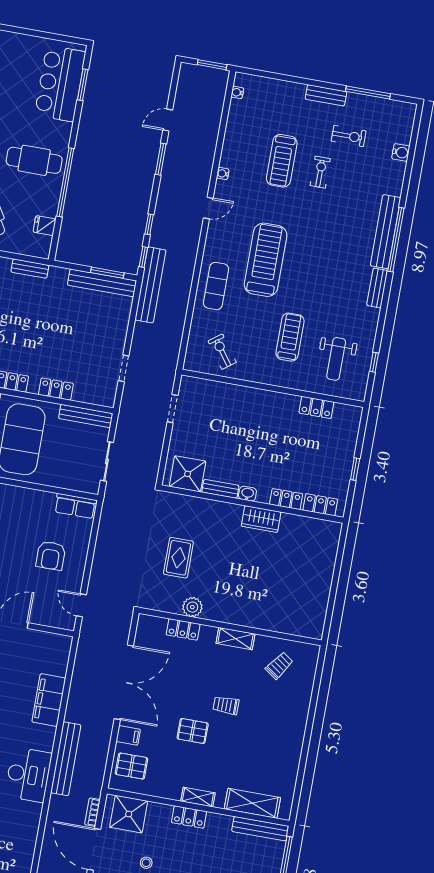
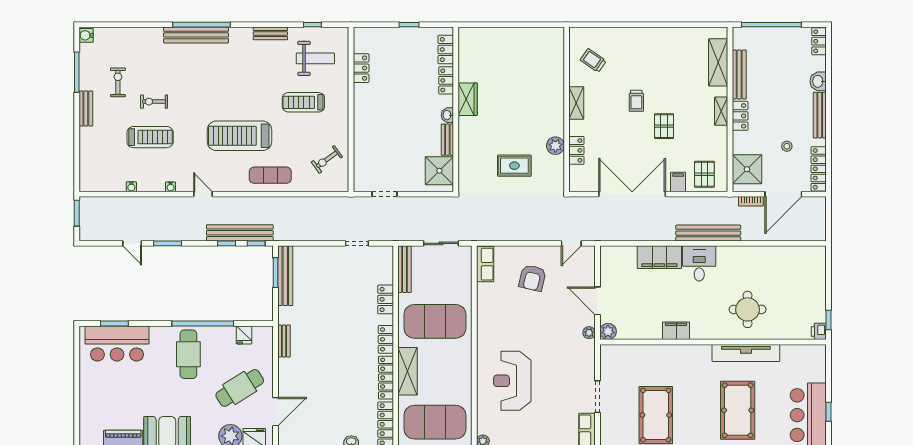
water cooler: (237, 92) -> (131, 187), moved
water cooler: (401, 152) -> (86, 35), moved, turned -90
bench: (150, 285) -> (240, 233), moved
bench: (377, 288) -> (270, 33), moved
armchair: (51, 556) -> (532, 278), turned 103
desk: (28, 775) -> (699, 263), moved, width x0.73
bench: (260, 829) -> (739, 74), moved

